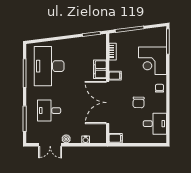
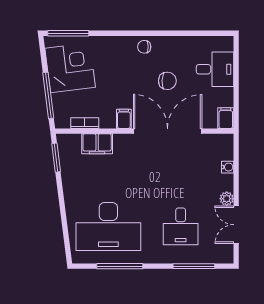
corner desk: (152, 61) -> (70, 68), moved, turned -97
filing cabinet: (100, 69) -> (97, 144), moved
double door: (108, 103) -> (168, 131), swing flipped
desk: (155, 124) -> (215, 69), moved, turned 90
double door: (50, 145) -> (236, 225), swing flipped

